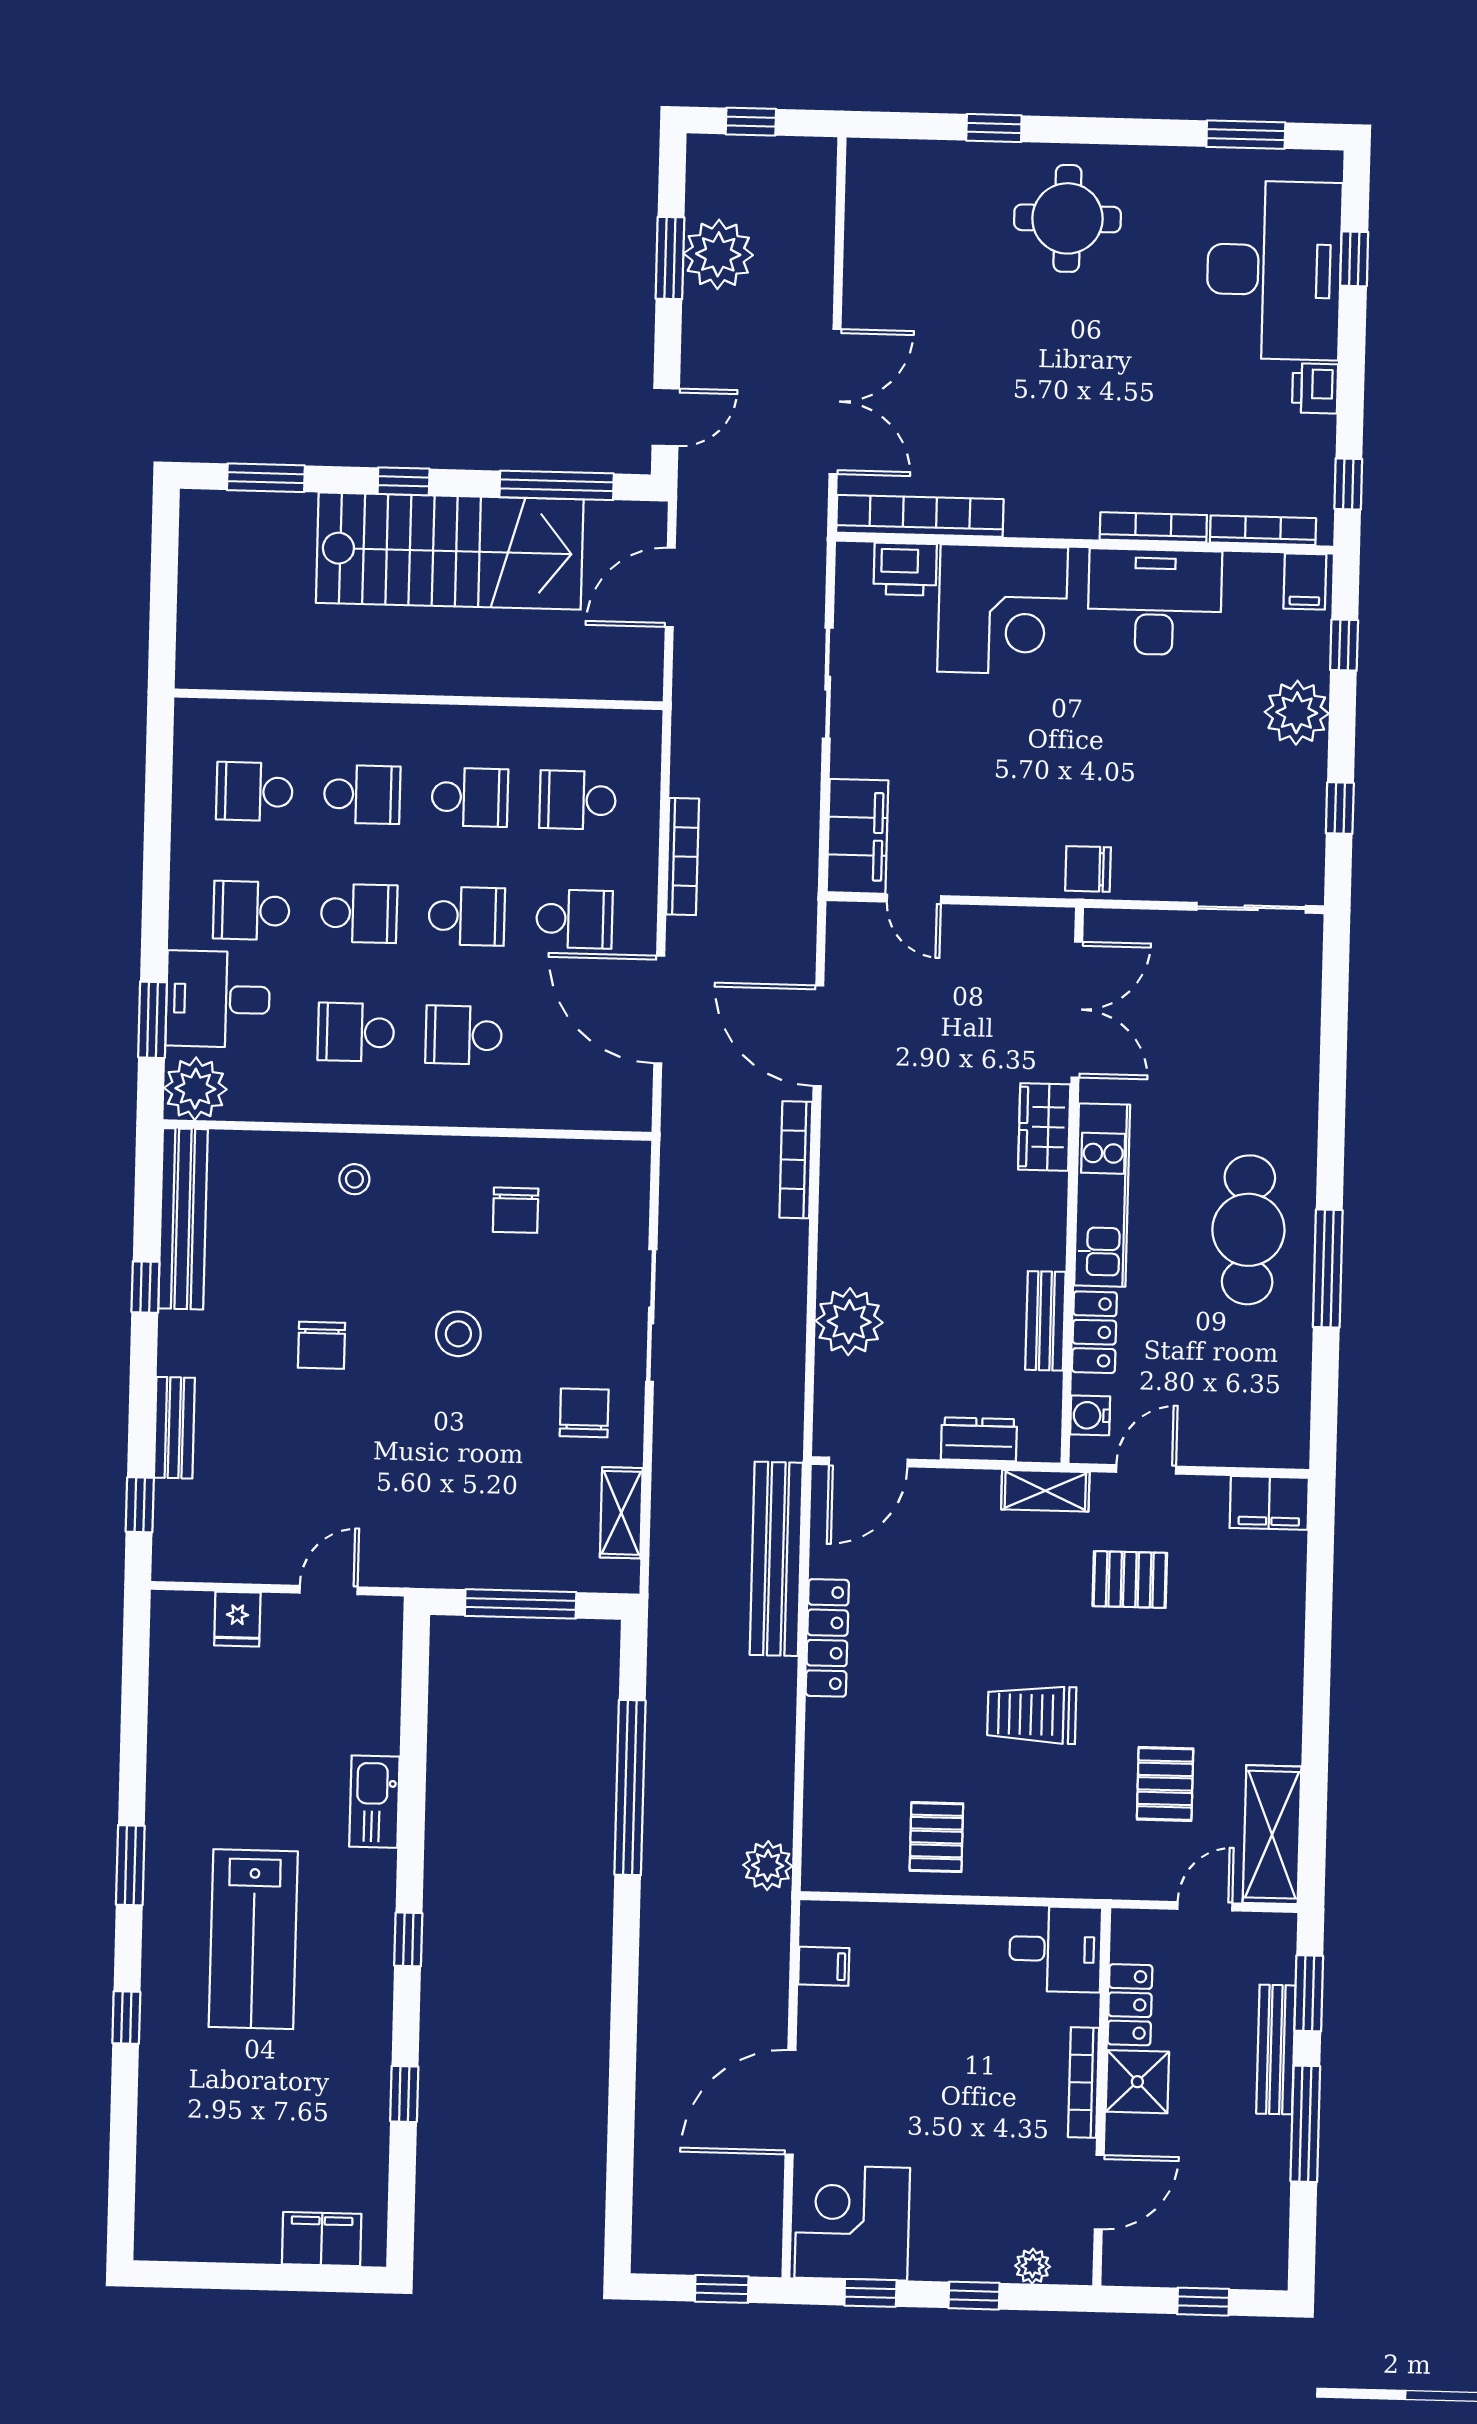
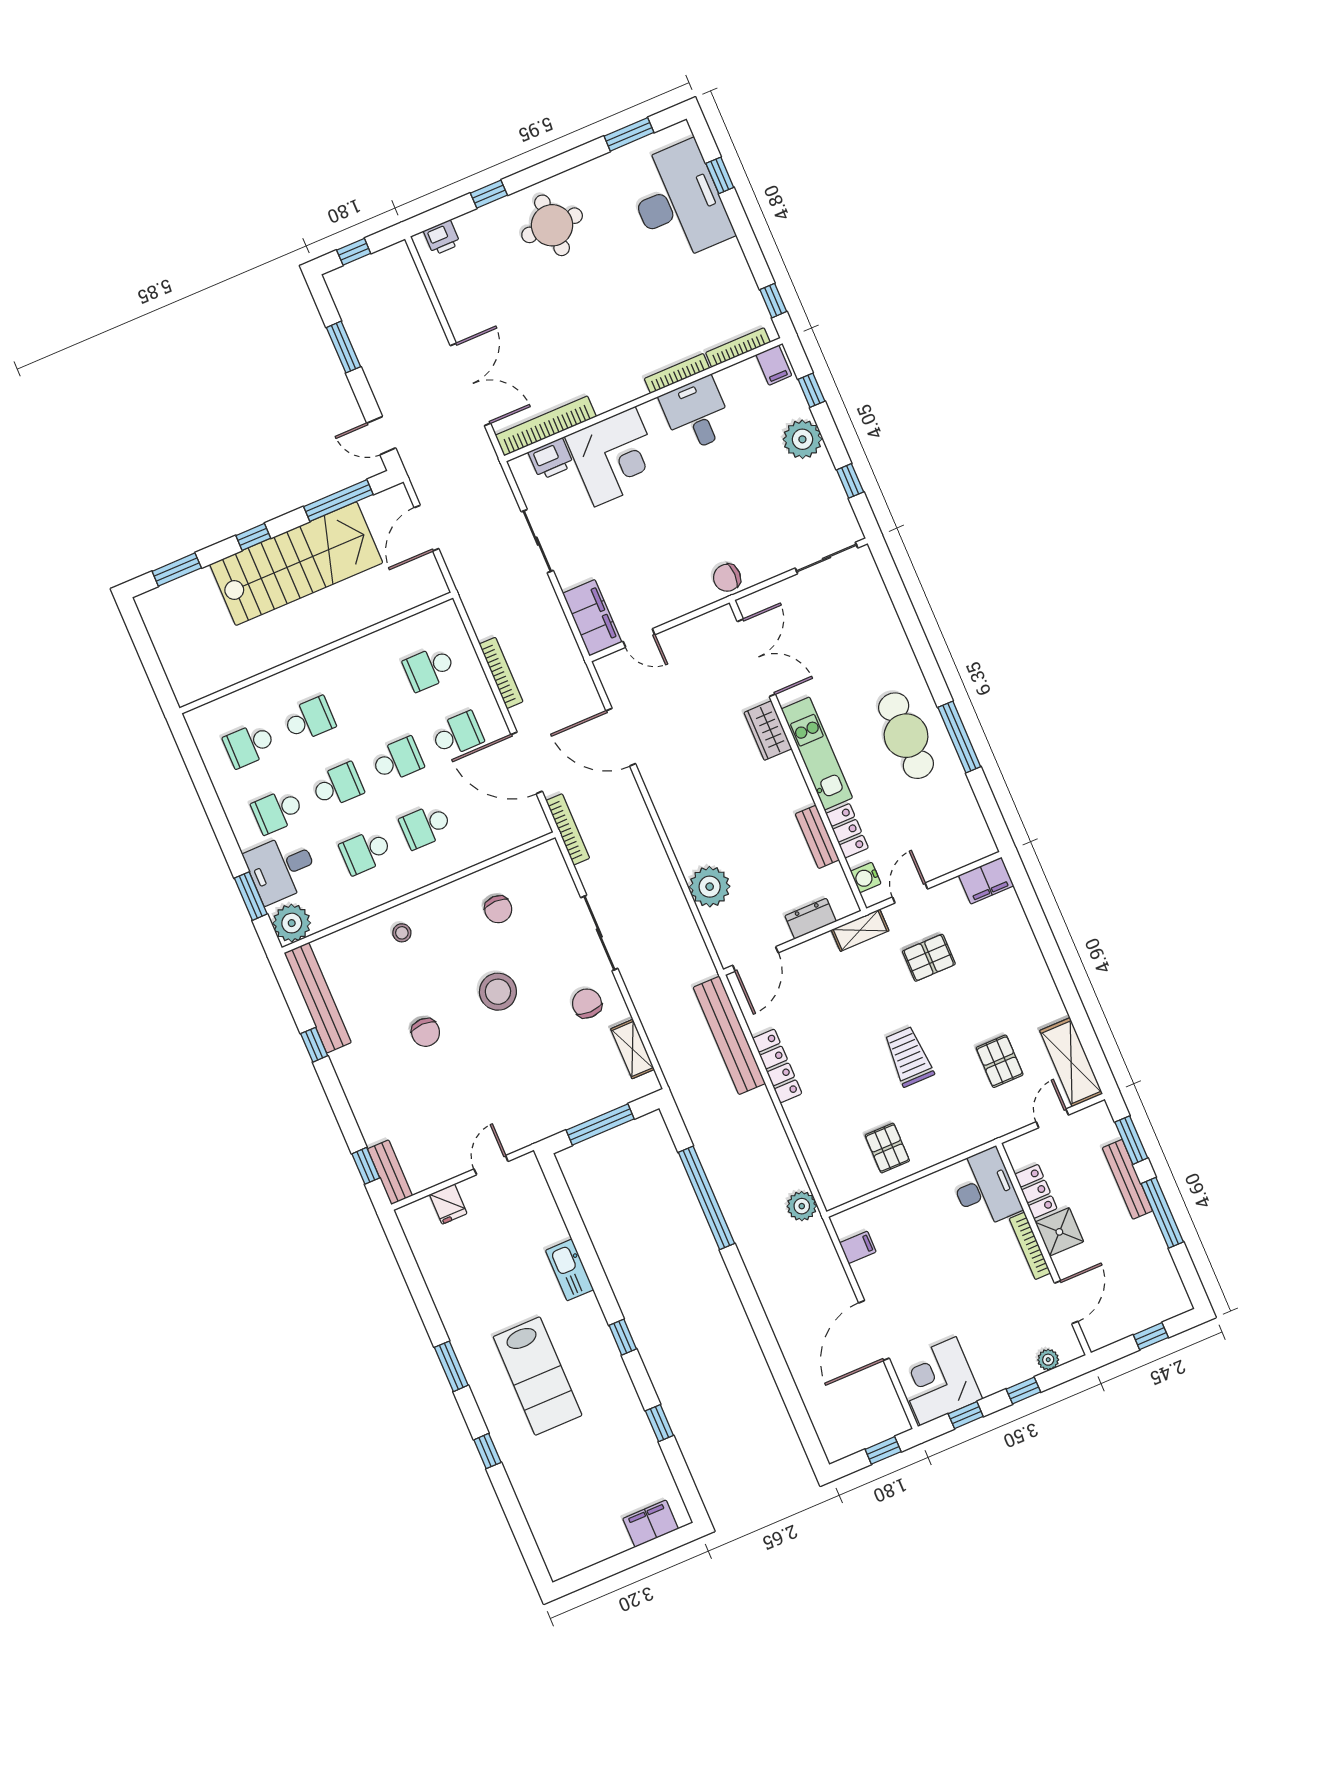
plant: (718, 254) -> (369, 333), removed
printer: (1315, 388) -> (442, 238), moved, turned -90
door: (666, 417) -> (381, 436), swing flipped
desk: (1155, 602) -> (696, 414), width x0.73
school desk: (470, 797) -> (369, 694), removed
bookcase: (796, 1160) -> (568, 829), moved, turned 180
stool: (458, 1334) -> (498, 992), width x1.38, depth x1.38
bench: (174, 1428) -> (390, 1172), moved
trolley: (1032, 1715) -> (909, 1057), turned 90
desk: (1055, 1949) -> (985, 1188), width x1.37

